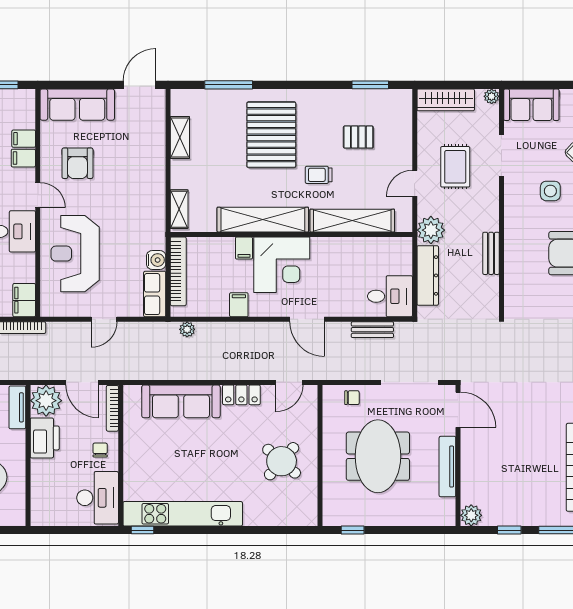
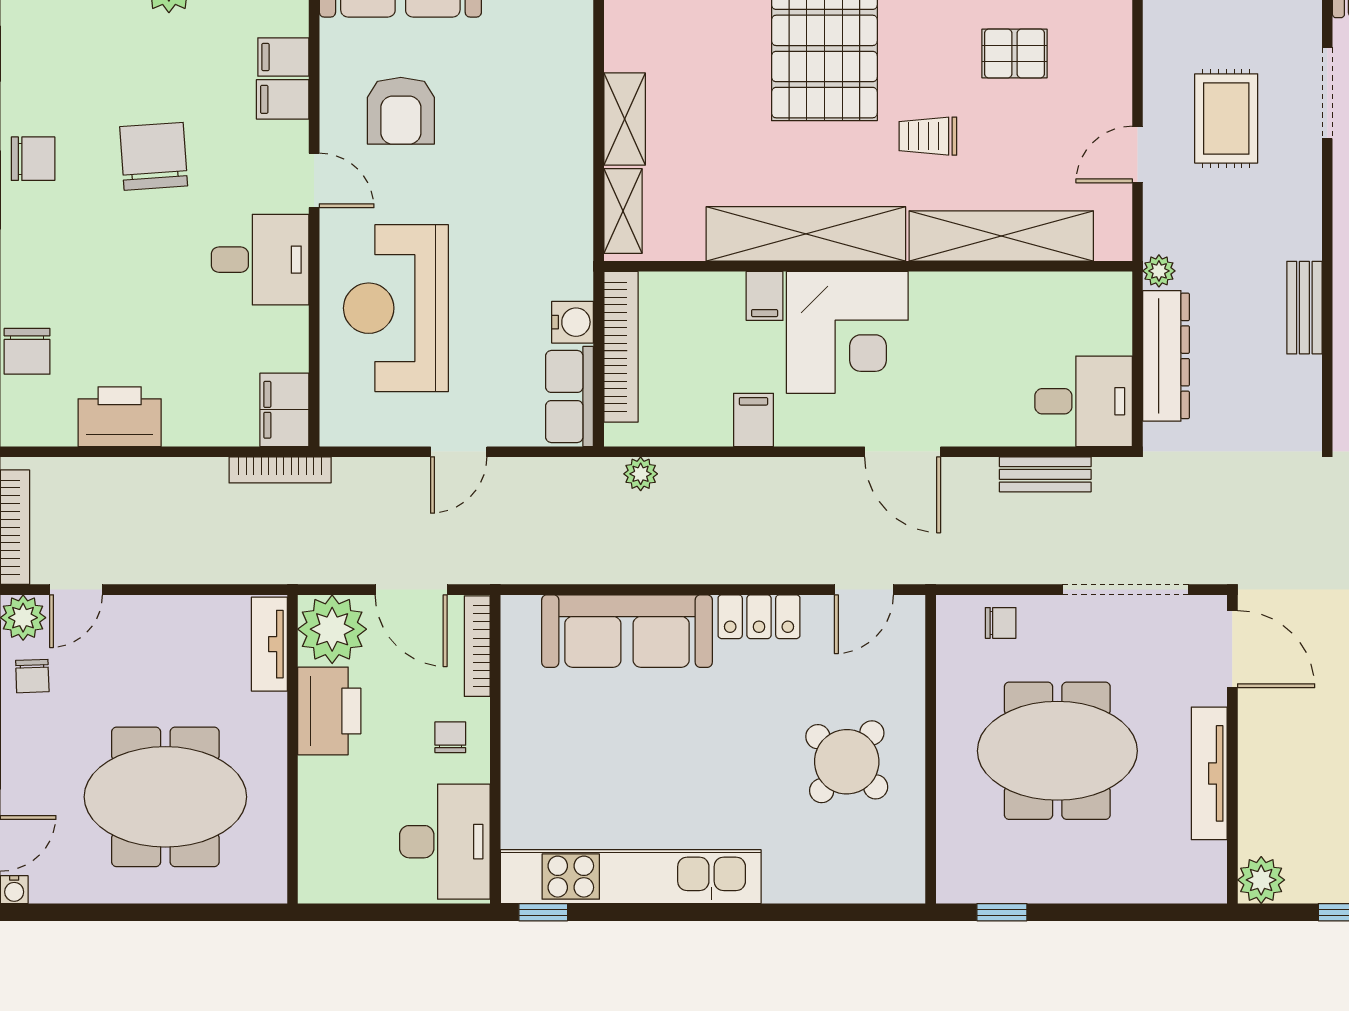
shelving: (180, 138) -> (625, 119), moved
plant: (431, 230) -> (1159, 271), width x0.53, depth x0.53
meeting table: (378, 456) -> (1057, 751), turned 90

